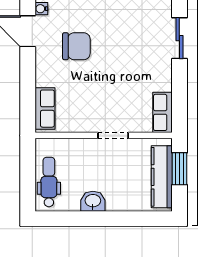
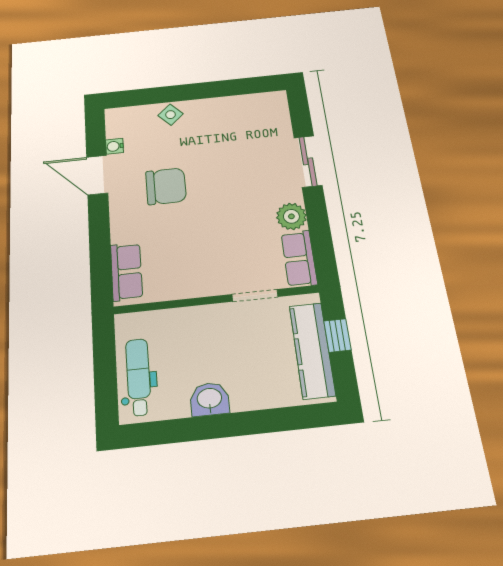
plant: (162, 80) -> (291, 216), added
doorway: (113, 135) -> (255, 295), moved
window: (179, 169) -> (337, 335), width x0.67

